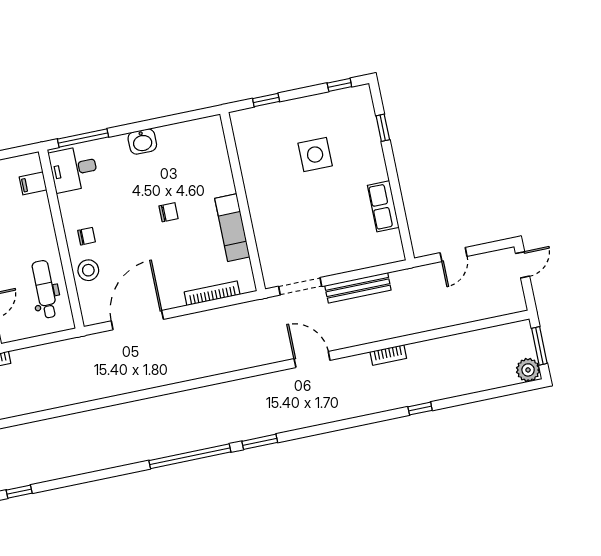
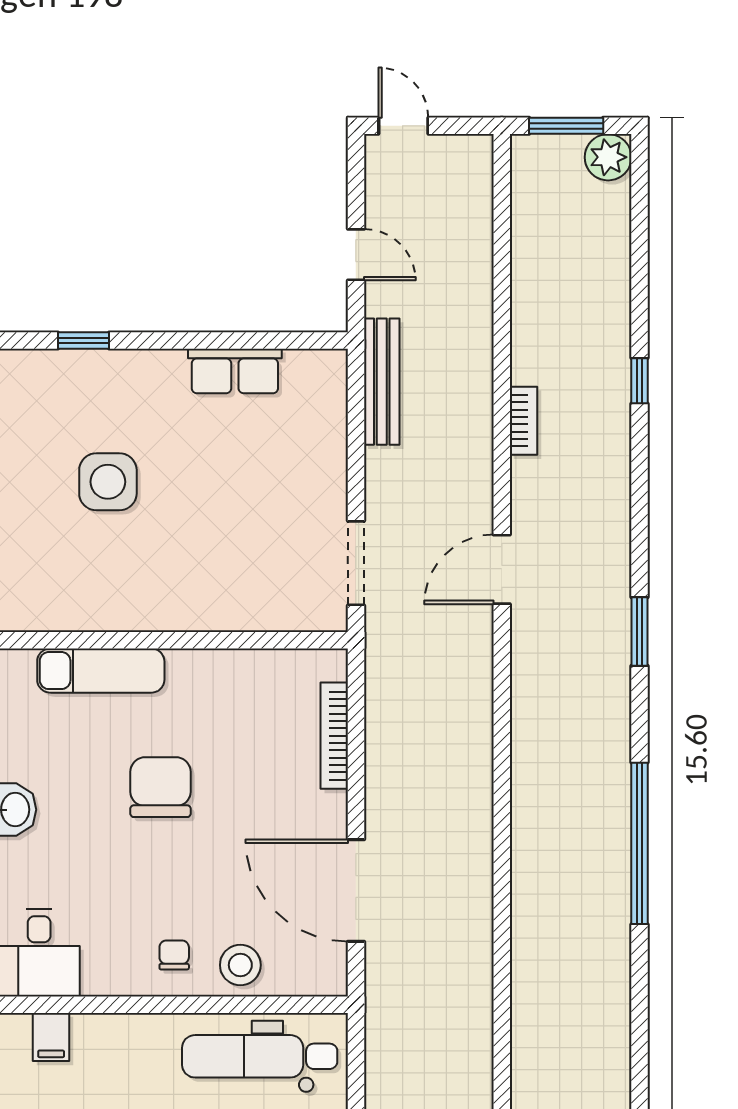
chair: (169, 212) -> (161, 787), width x1.87, depth x1.87
exam couch: (232, 228) -> (101, 671), moved
bench: (358, 288) -> (382, 382), moved
dental chair: (45, 289) -> (260, 1056), width x1.36, depth x1.38
window: (260, 442) -> (639, 631), moved

